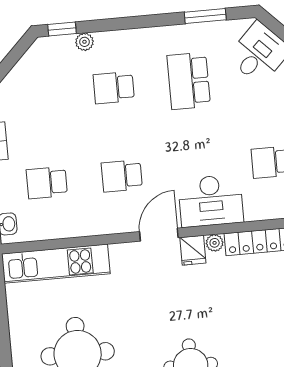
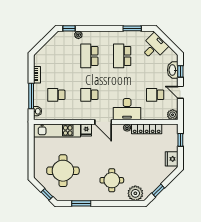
school desk: (114, 88) -> (89, 56), width x1.85
door: (159, 235) -> (103, 122), swing flipped
fridge: (193, 250) -> (86, 130), moved

